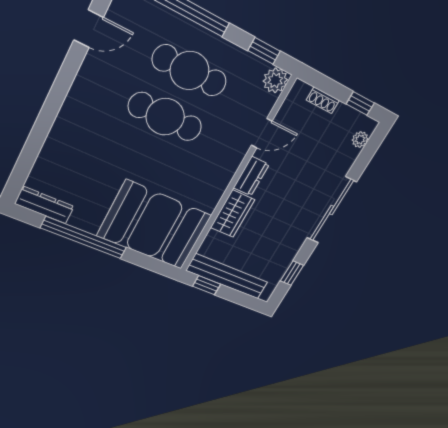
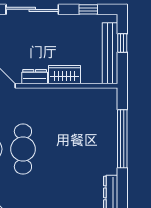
booth: (155, 225) -> (95, 120), removed
window: (84, 238) -> (122, 139), moved
window: (207, 285) -> (122, 43), moved

